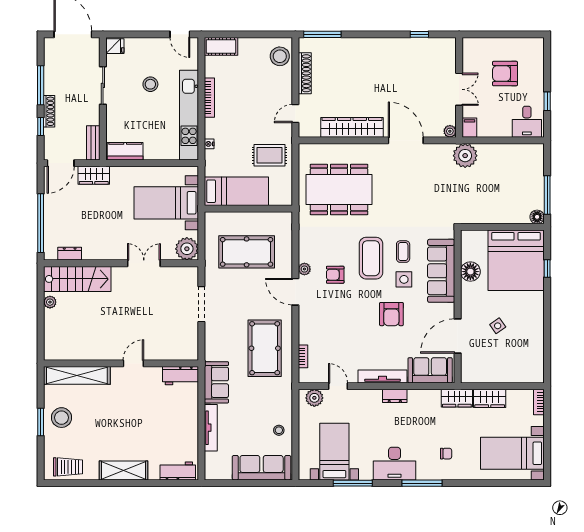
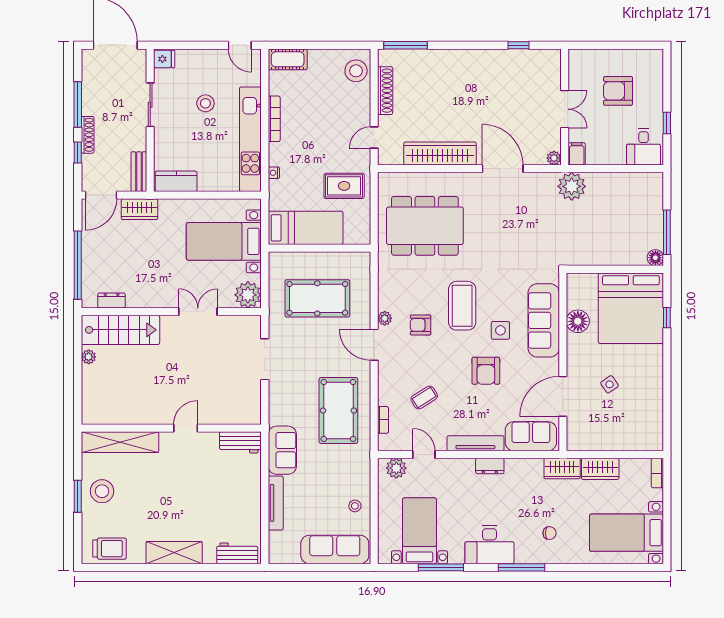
coffee table: (403, 252) -> (424, 398), moved, turned 58

